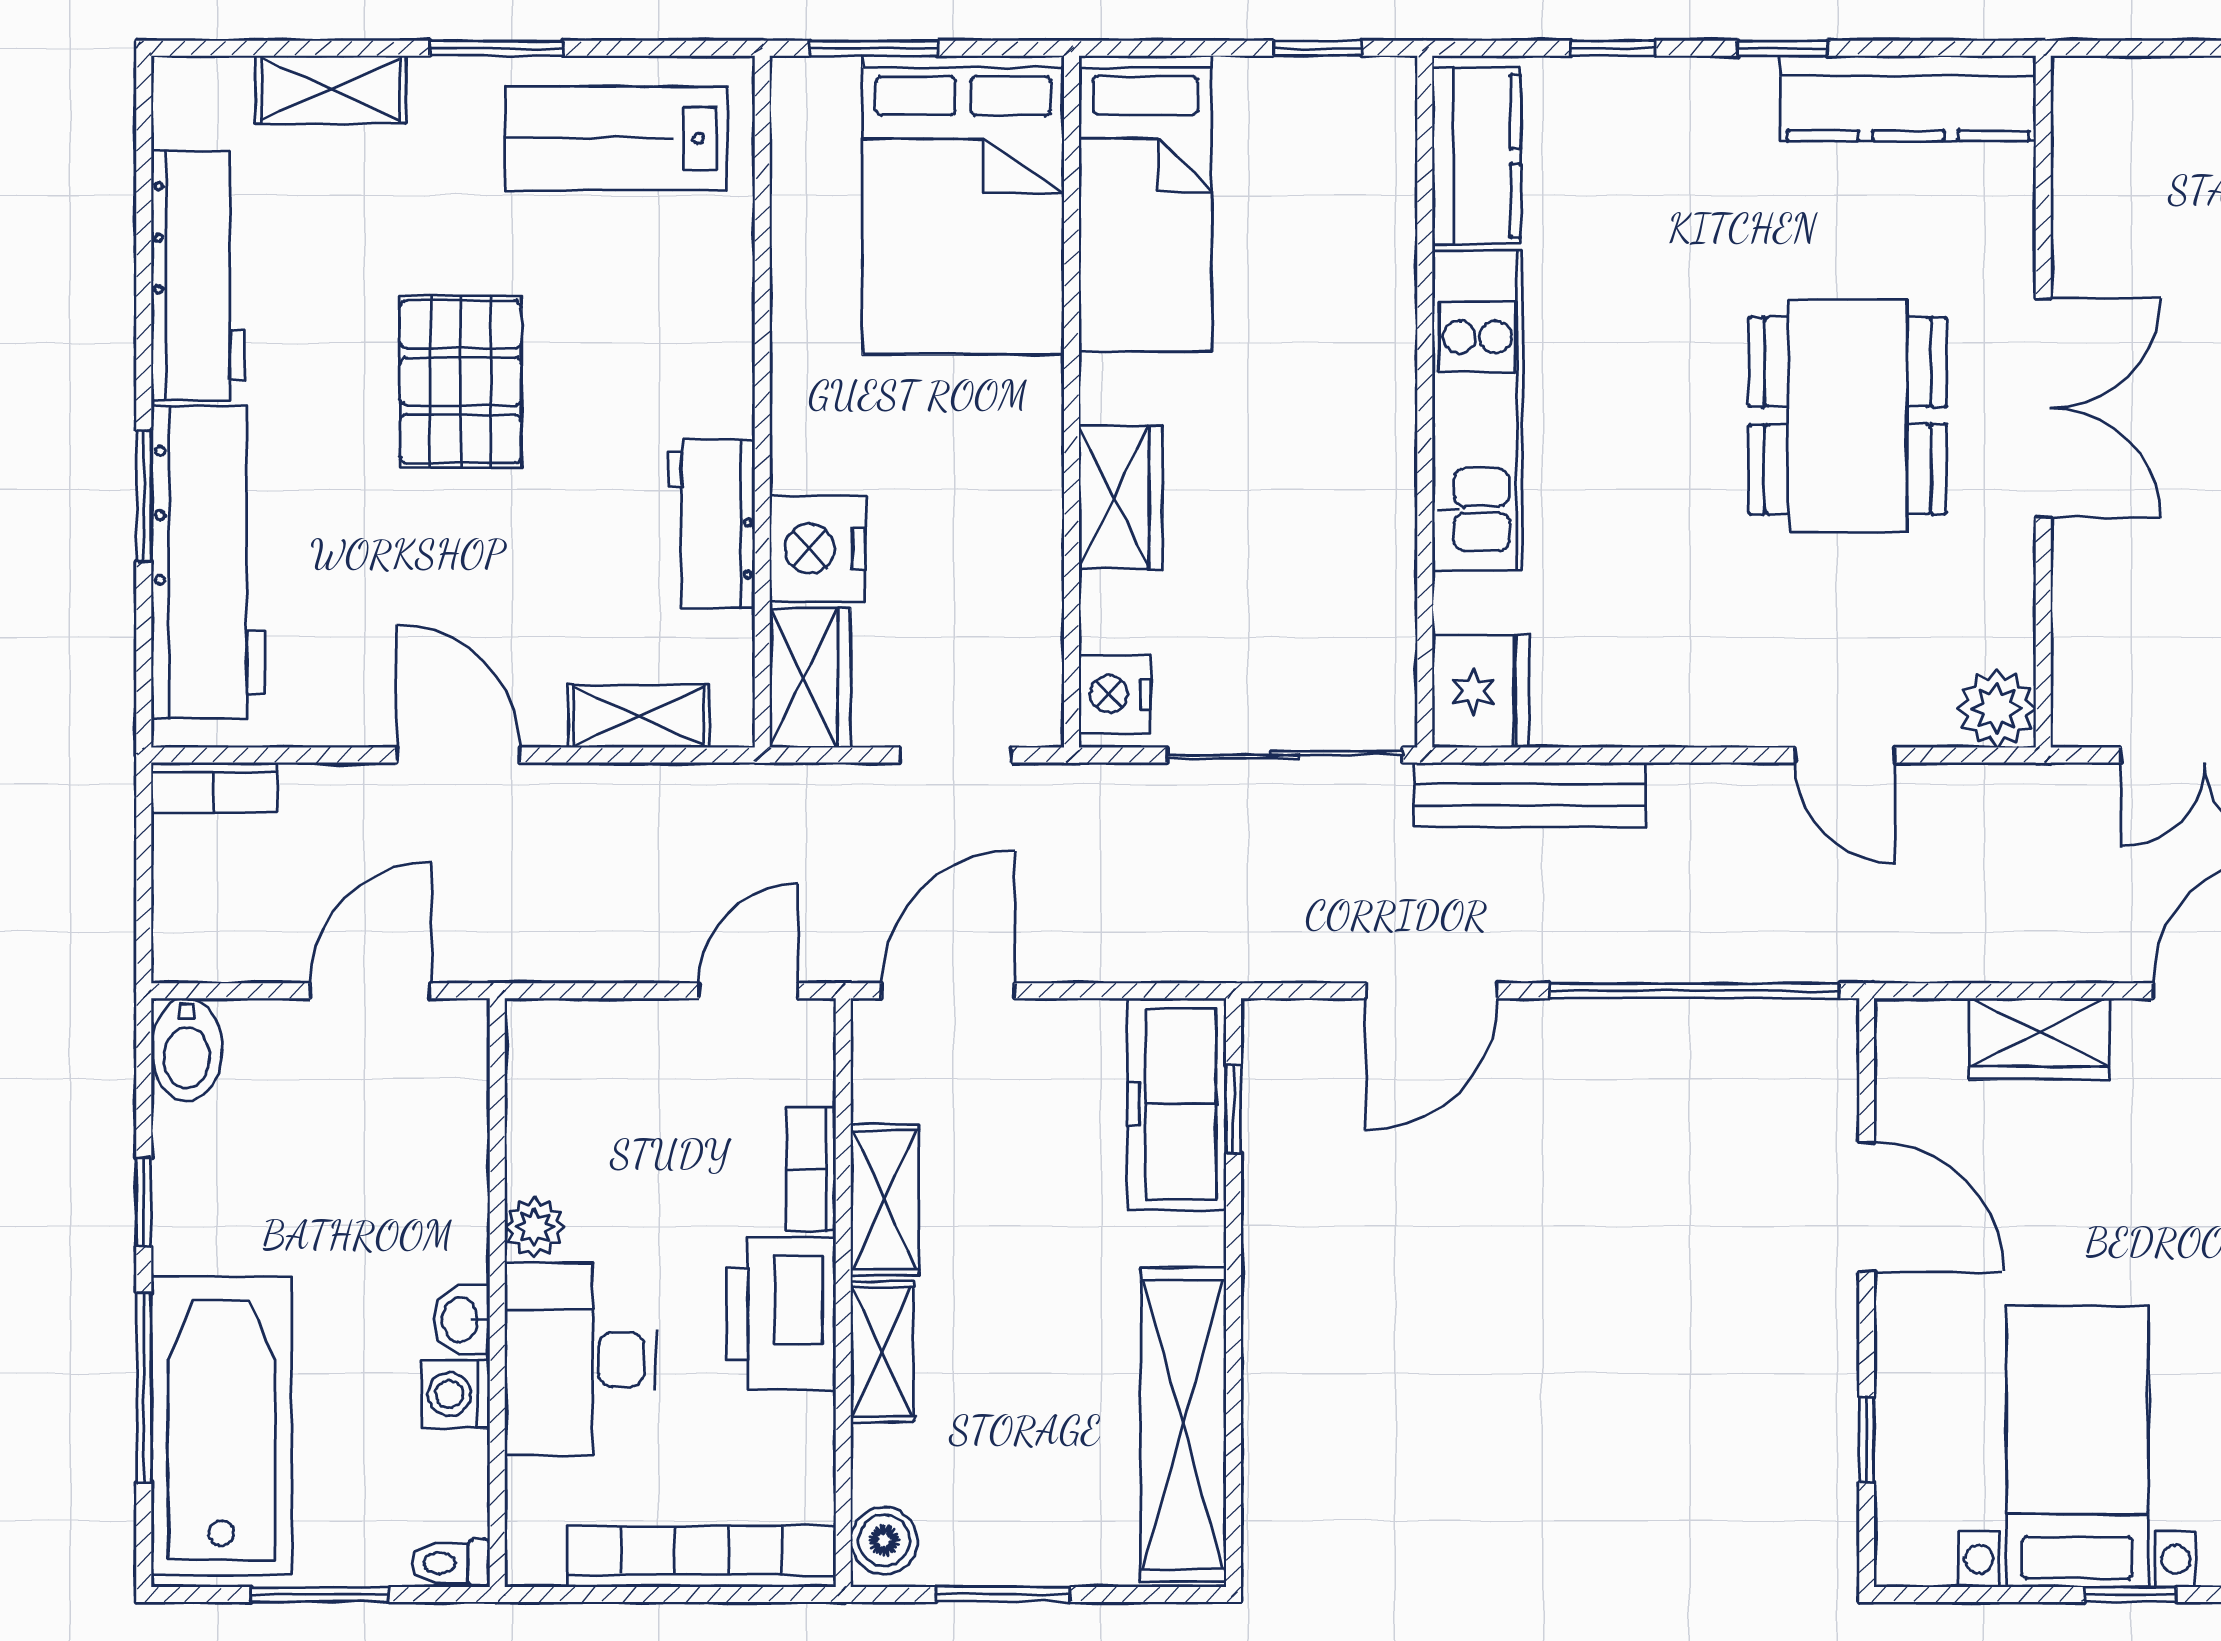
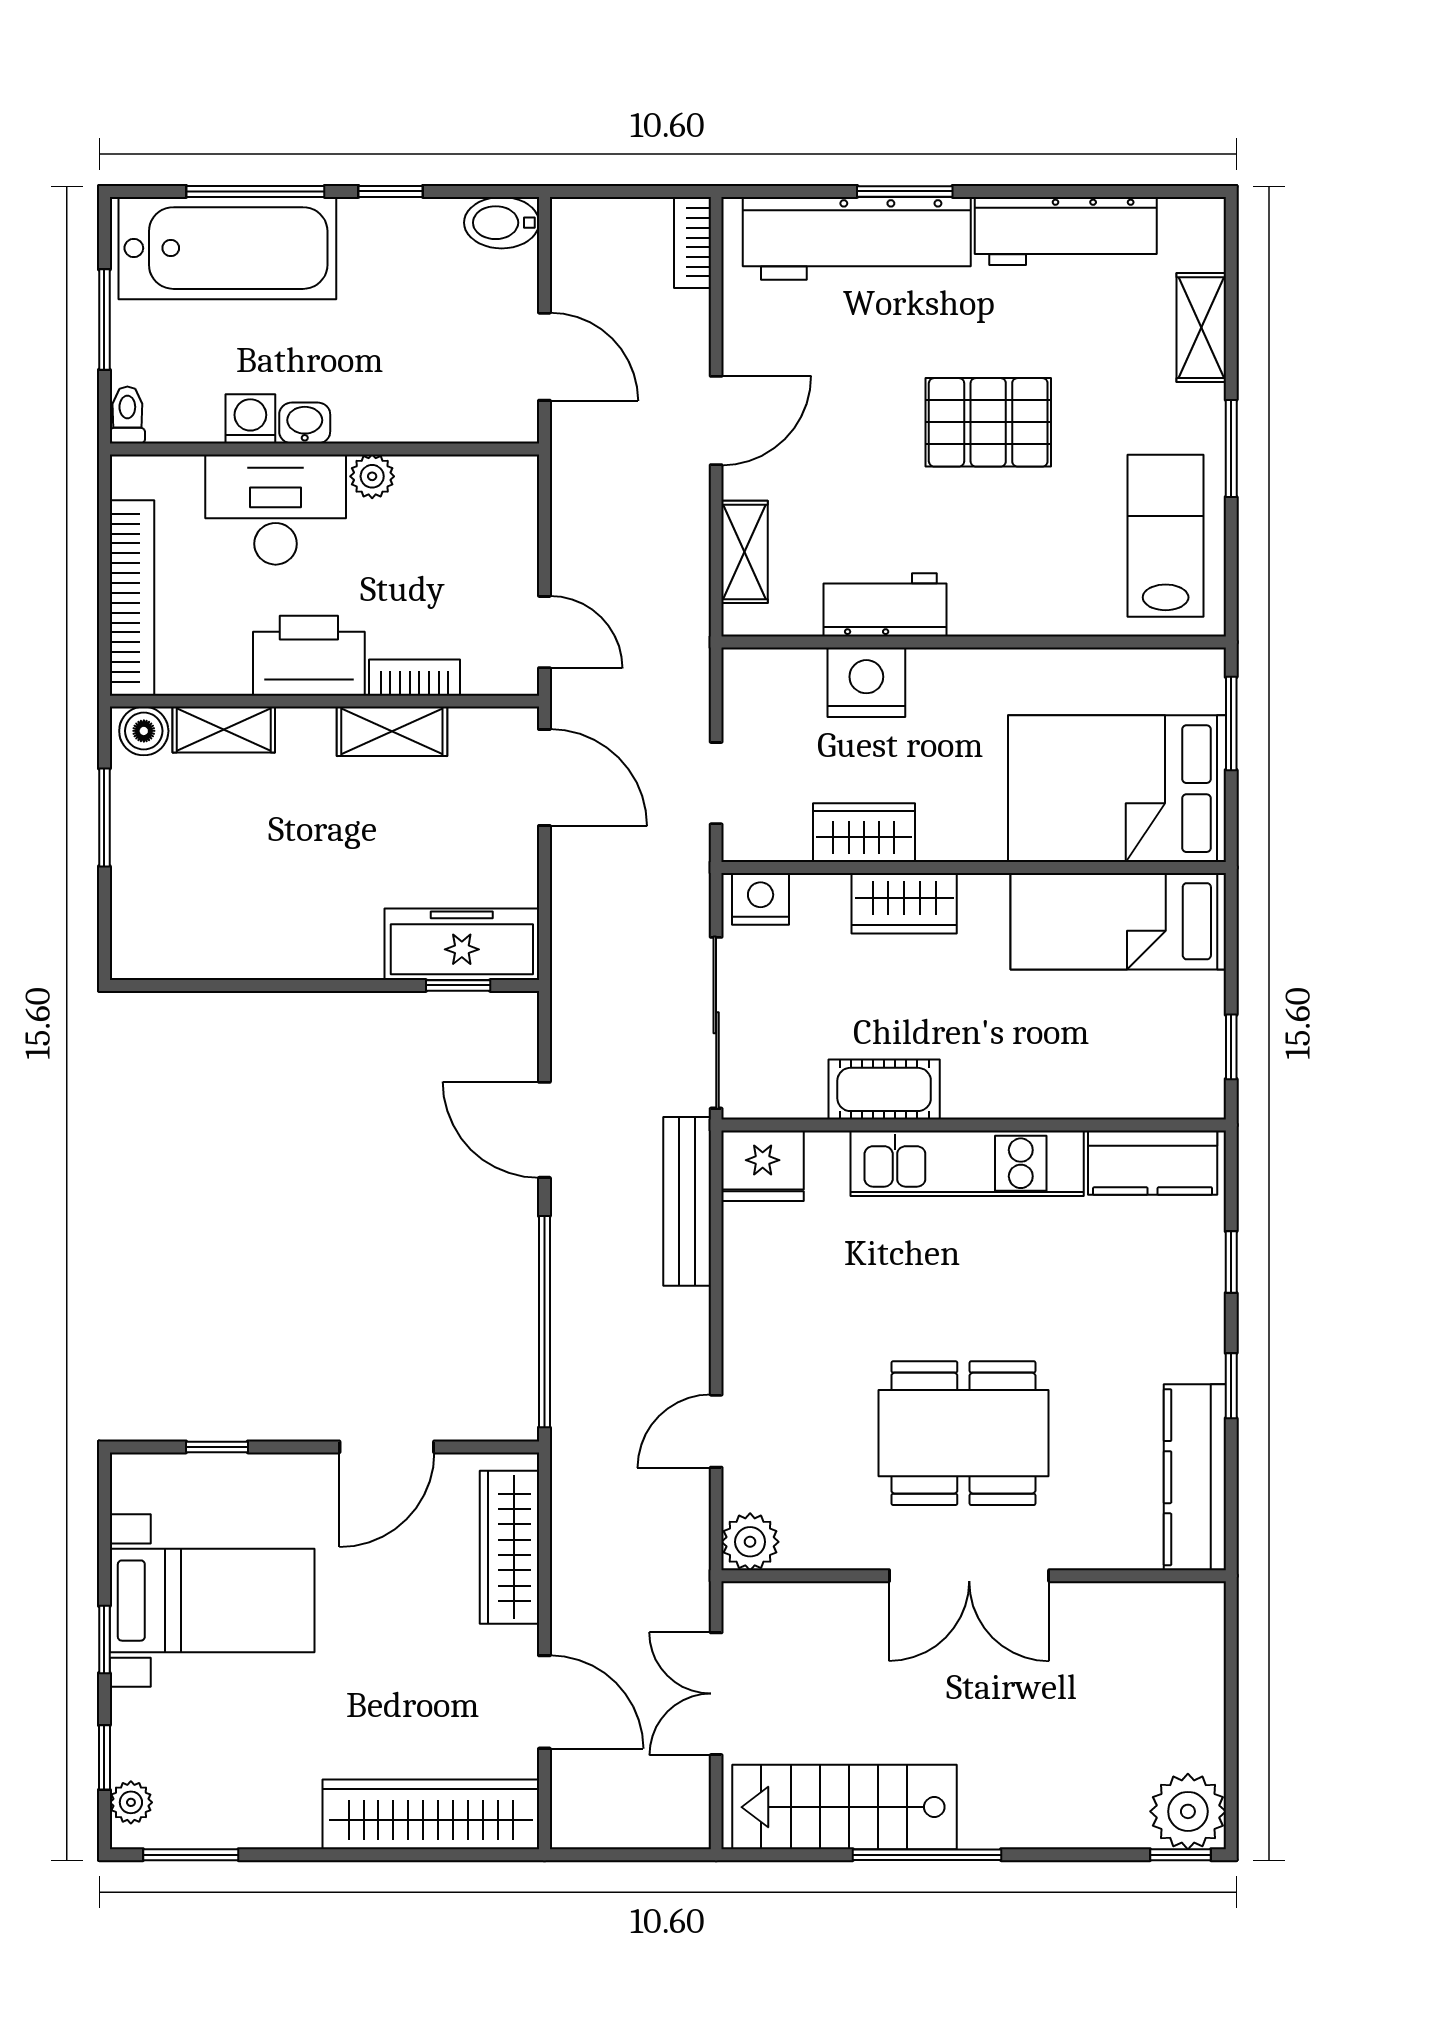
cot: (1376, 525) -> (884, 1089), added
wardrobe: (810, 678) -> (864, 833), moved, turned 180
wardrobe: (2039, 1039) -> (509, 1547), width x1.50
shelving: (882, 1352) -> (224, 730), moved
shelving: (1183, 1425) -> (228, 949), removed

